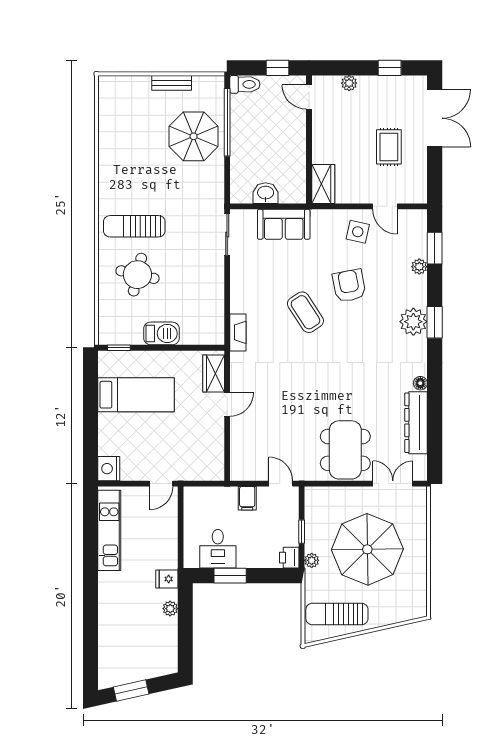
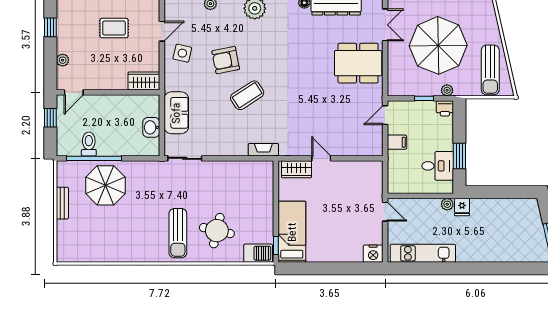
toilet: (245, 84) -> (89, 144), moved
barbecue: (162, 333) -> (258, 253), moved, turned 90
bed: (136, 395) -> (292, 232), moved
double door: (393, 484) -> (385, 25), swing flipped
plant: (170, 609) -> (447, 204), moved

